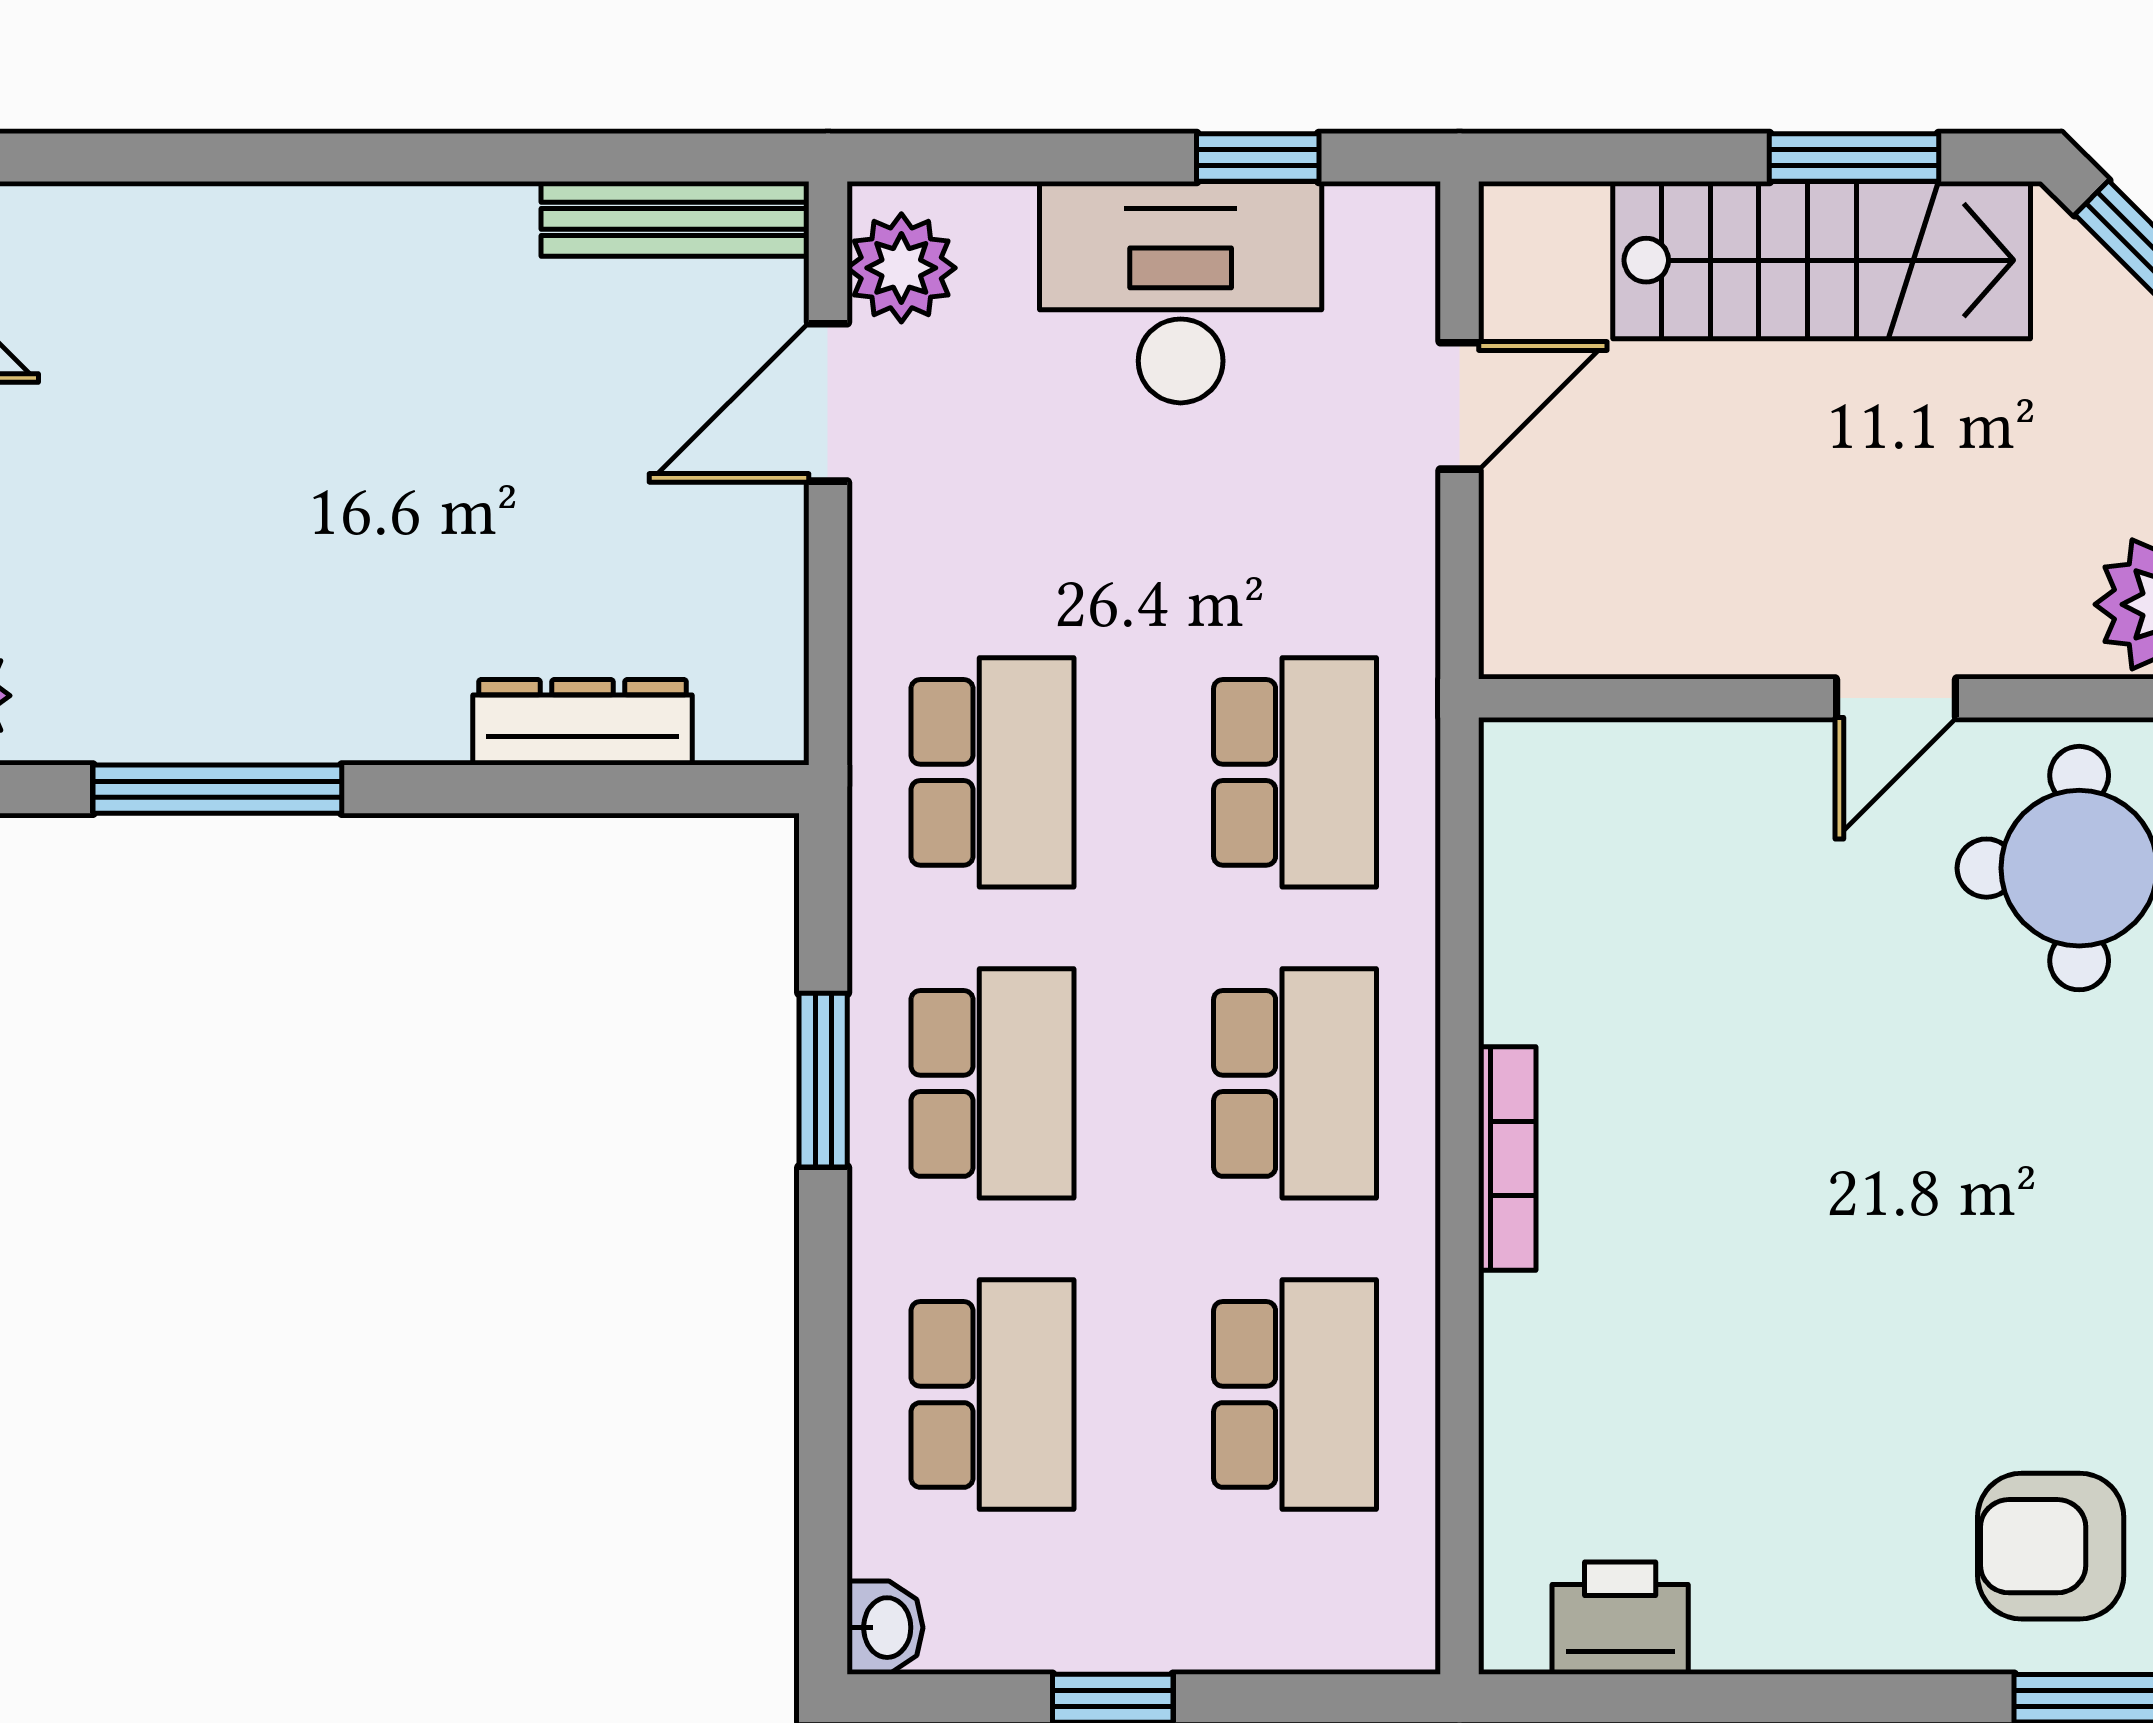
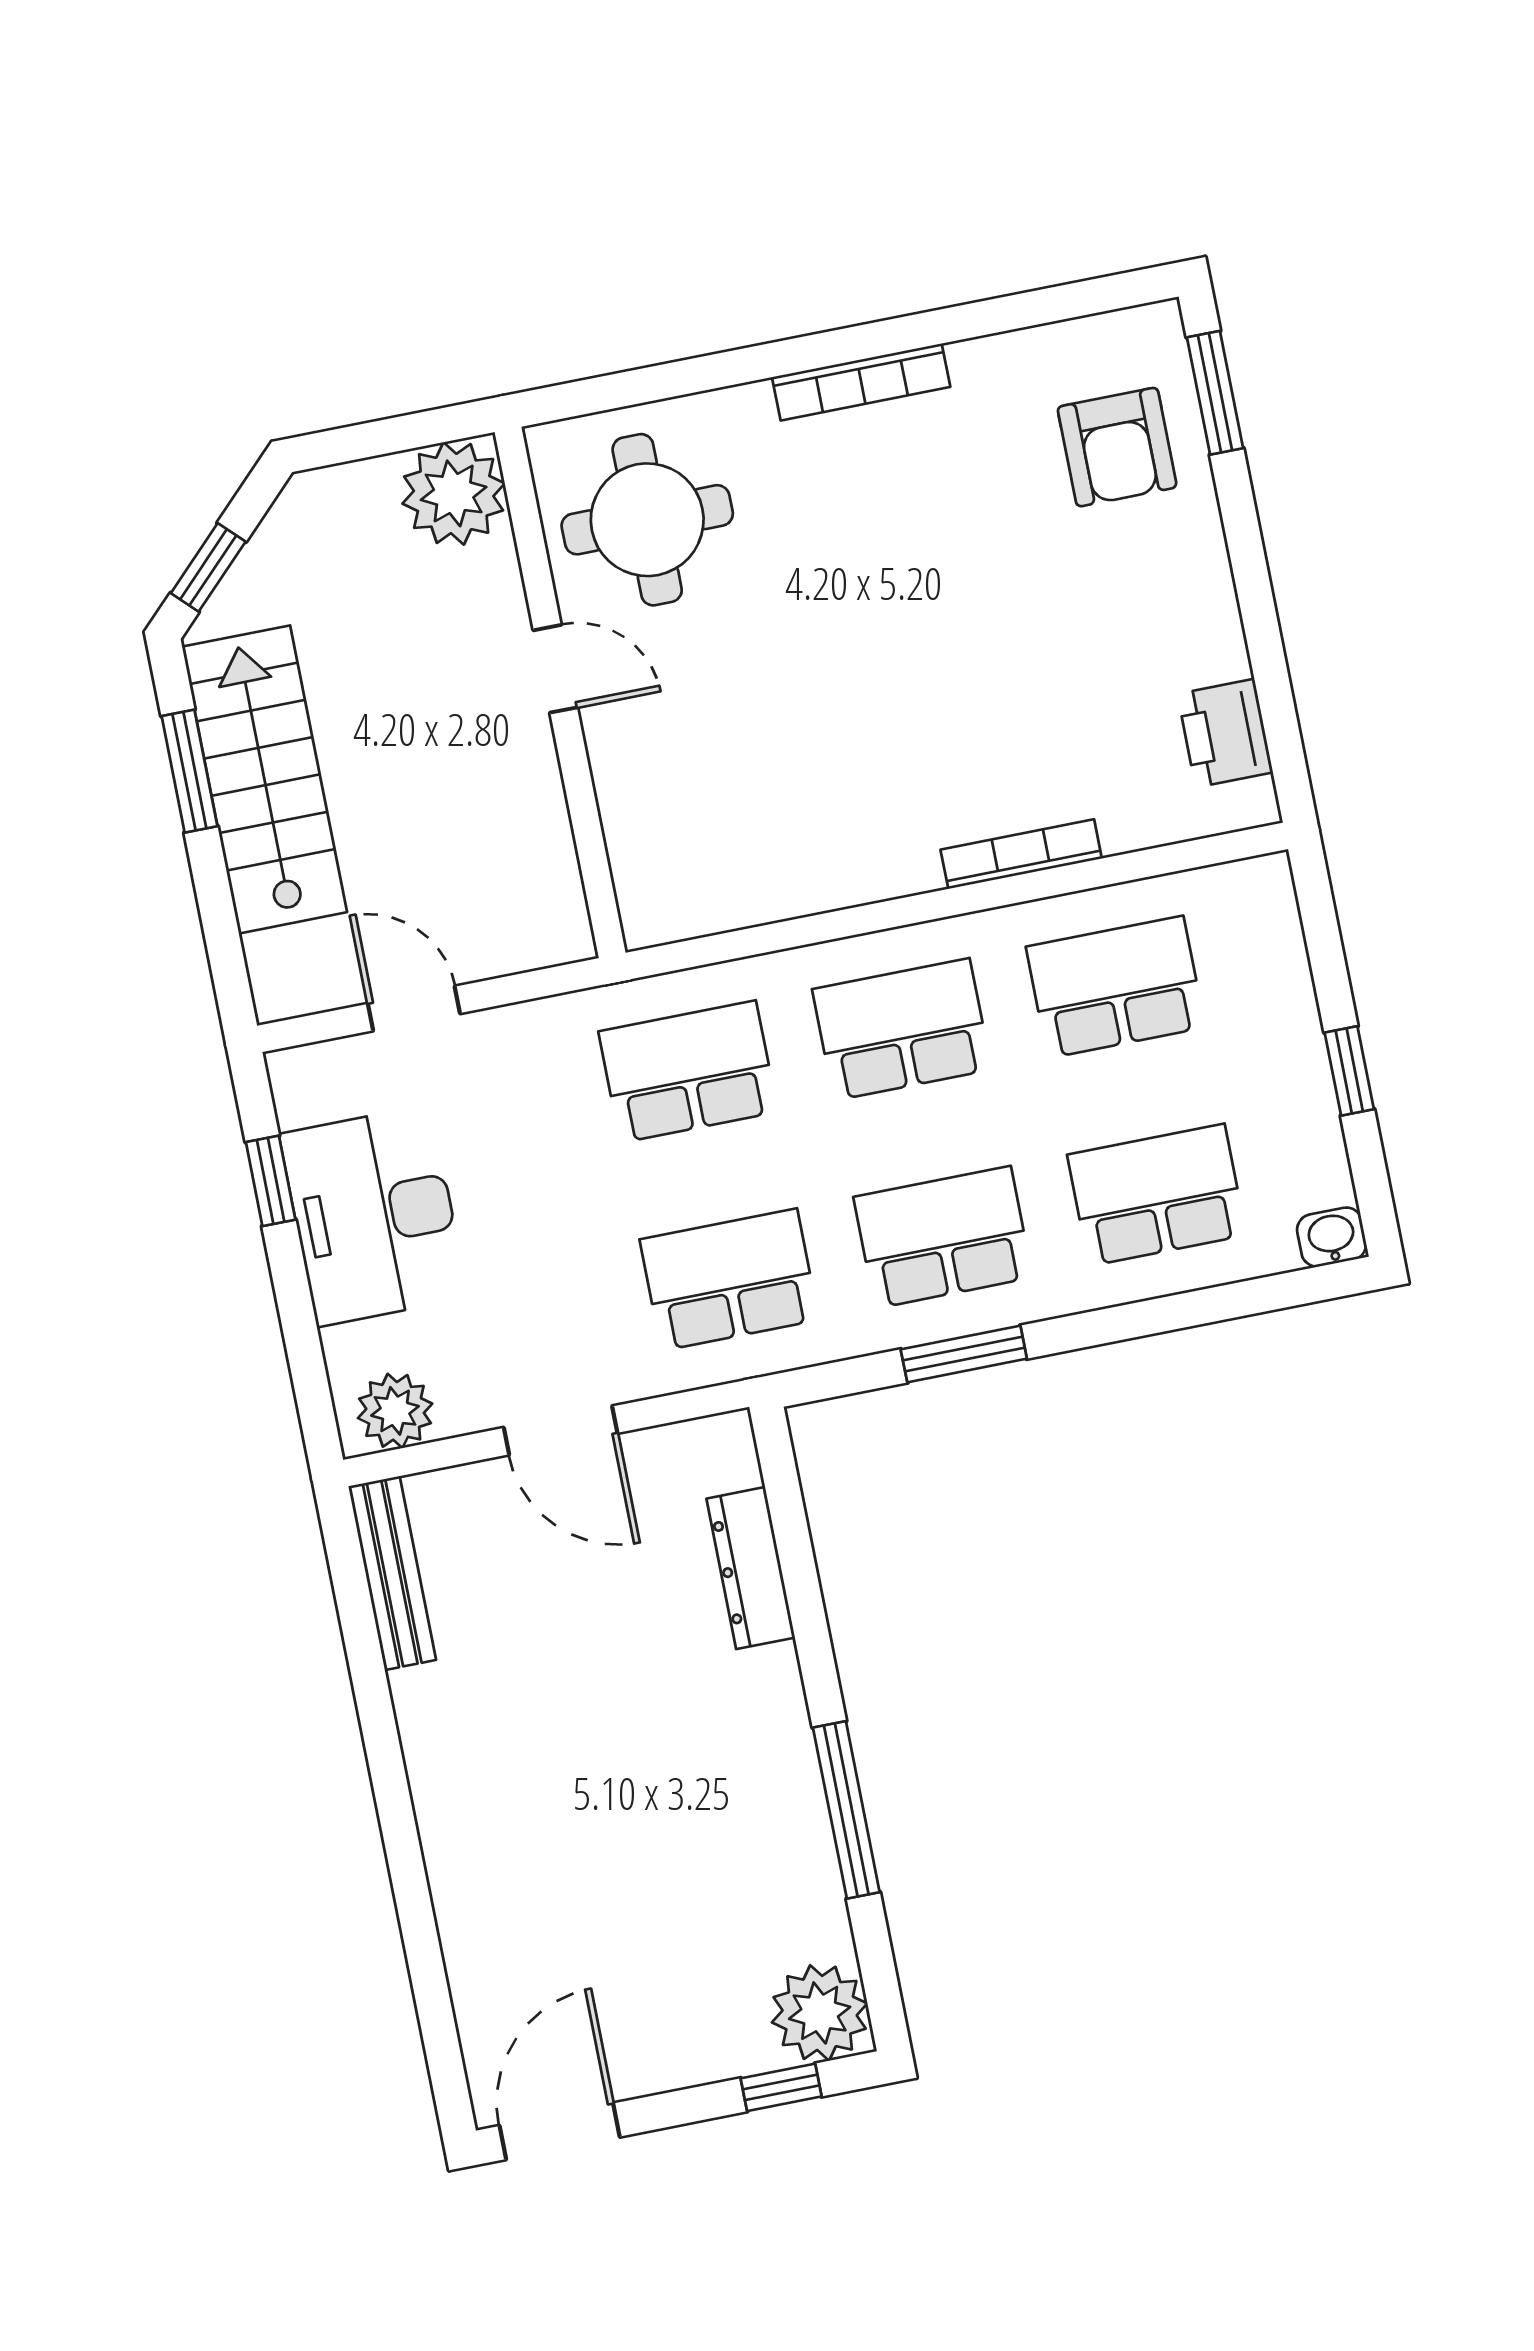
door: (828, 402) -> (561, 1430), moved
bookcase: (1507, 1158) -> (1021, 854), moved

